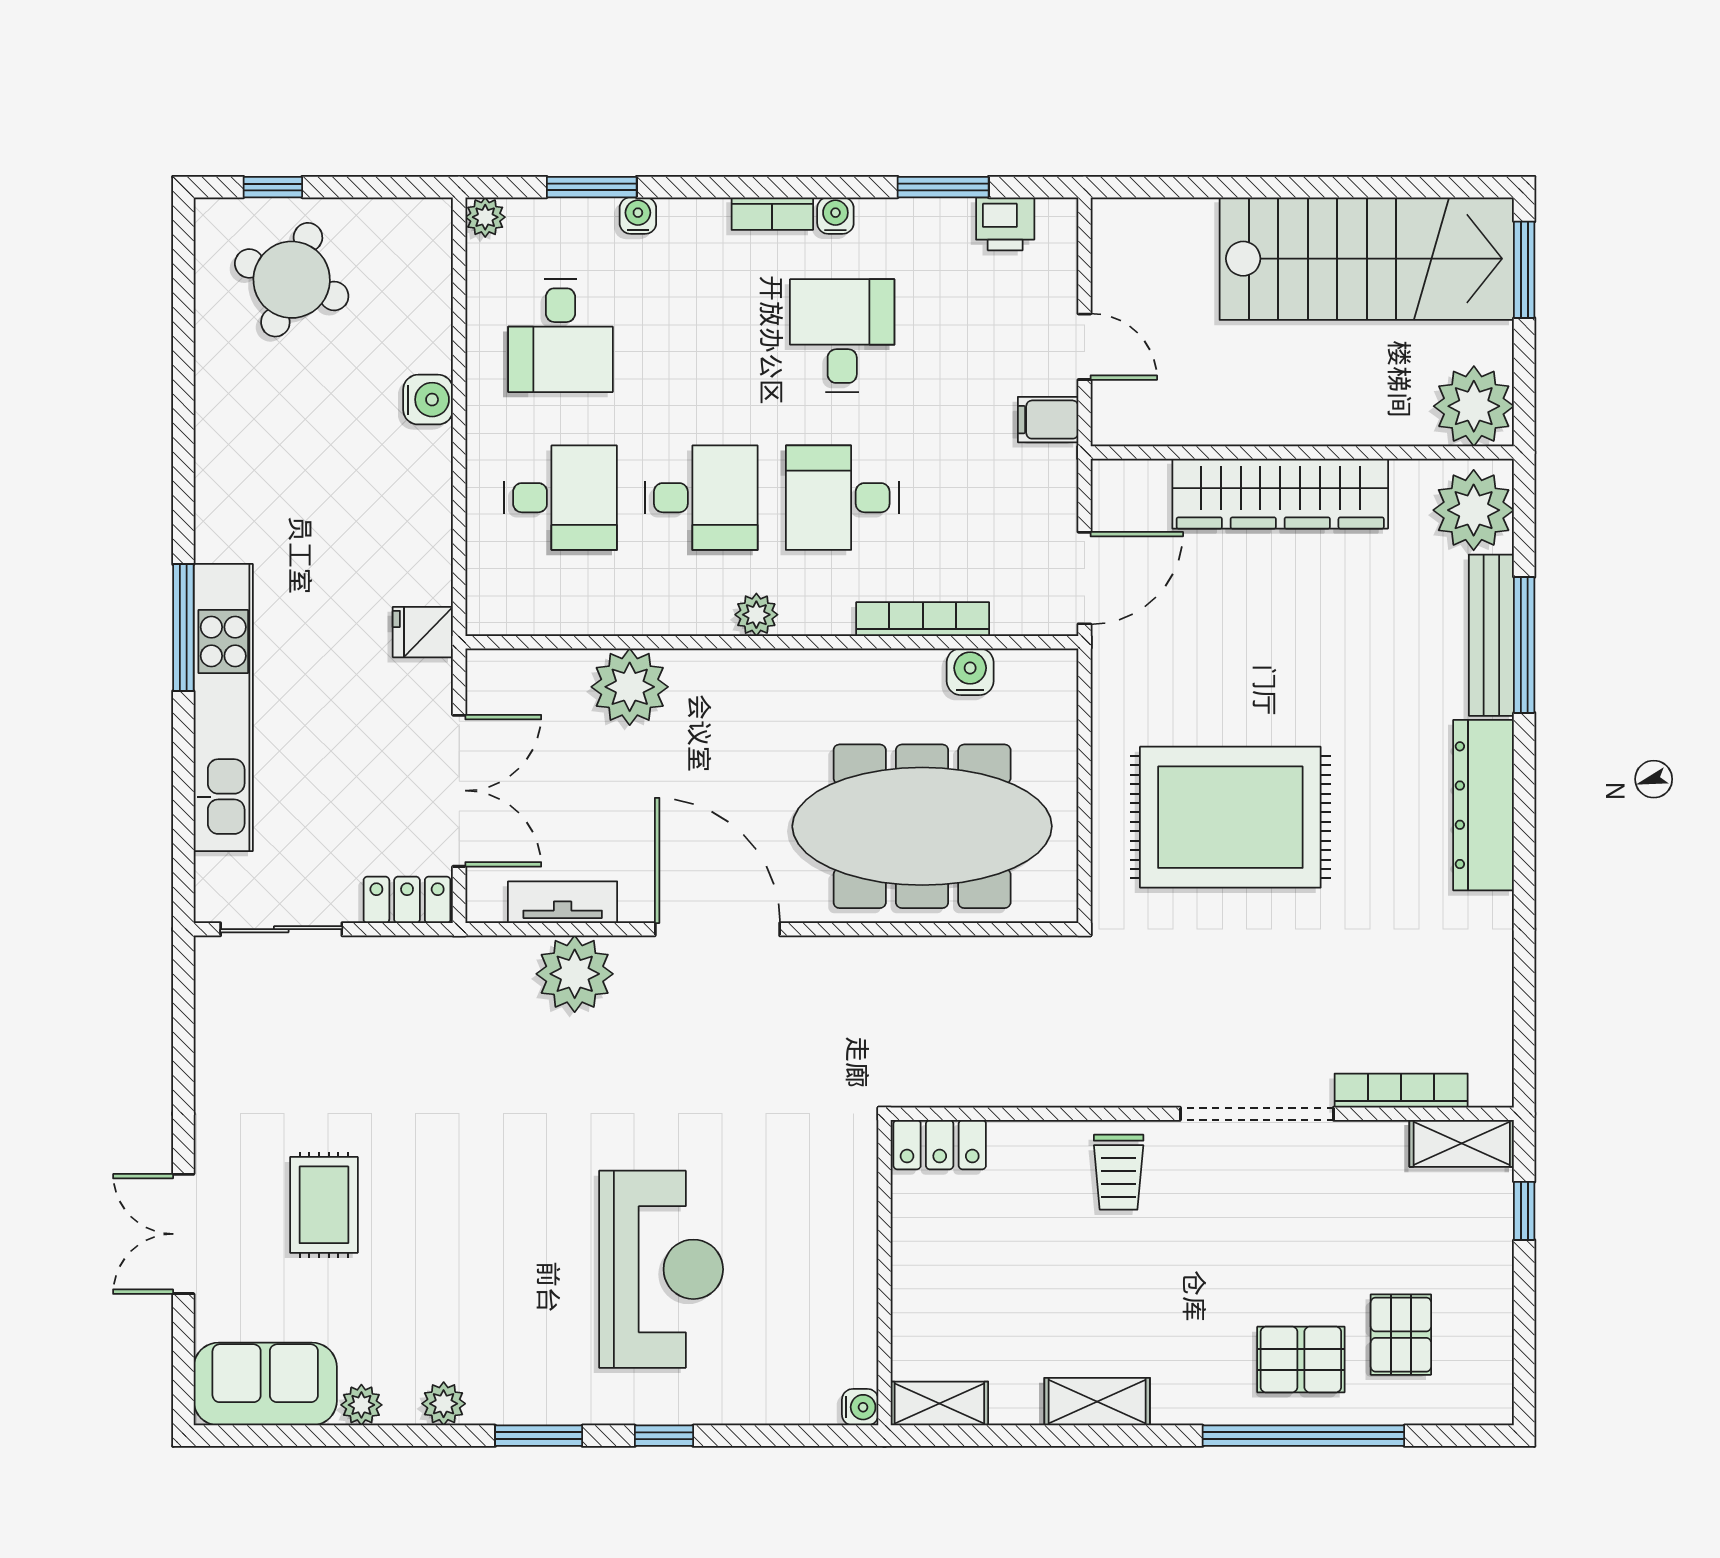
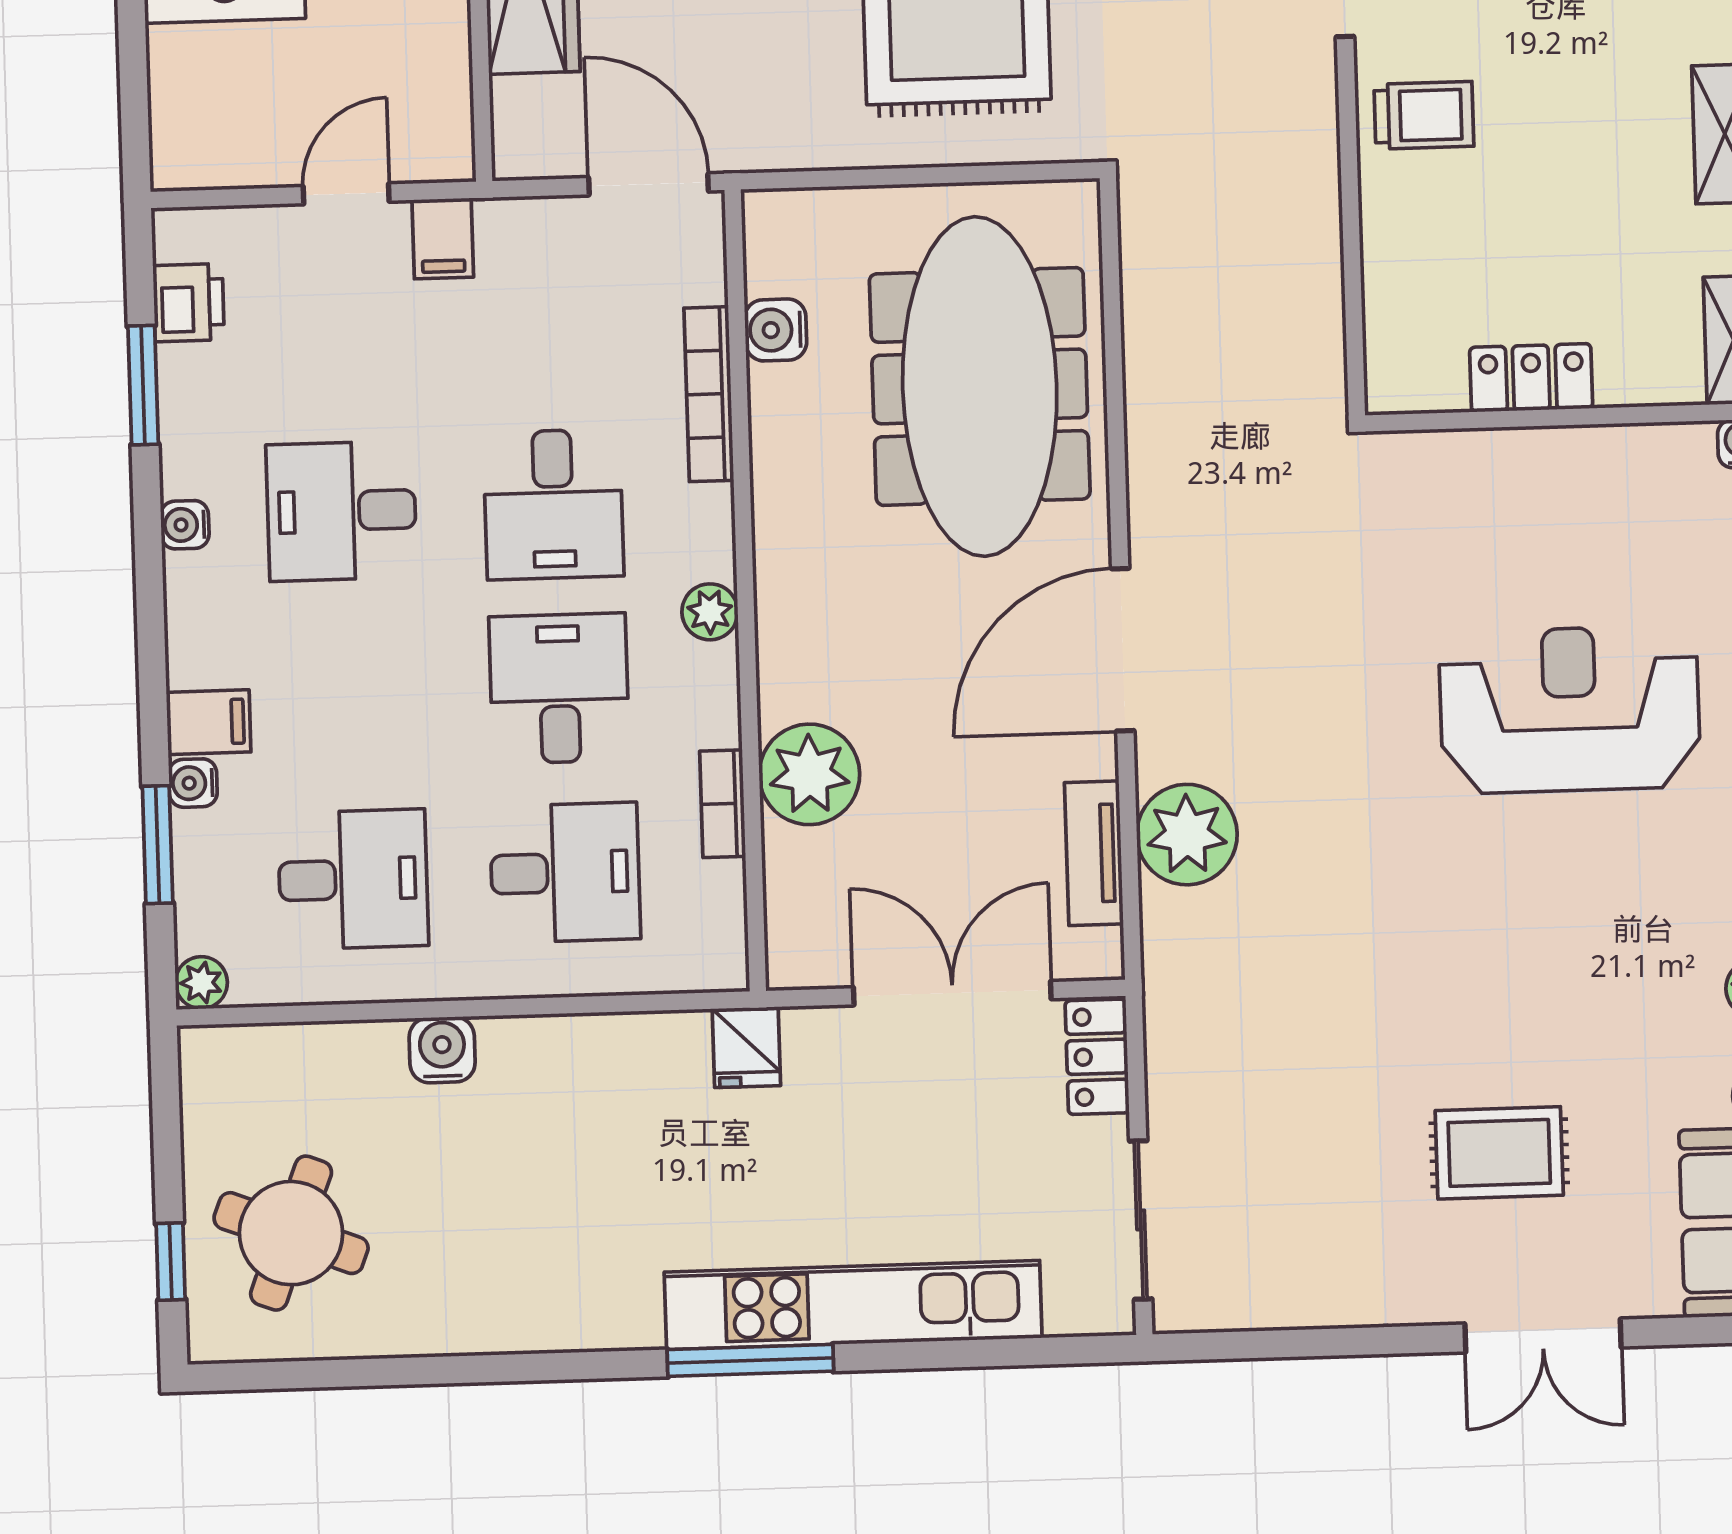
bookcase: (772, 214) -> (723, 804), moved, turned 180
filing cabinet: (684, 229) -> (209, 722), added
desk: (561, 498) -> (565, 873), turned 90
locker: (940, 1145) -> (1531, 378), moved, turned -90

